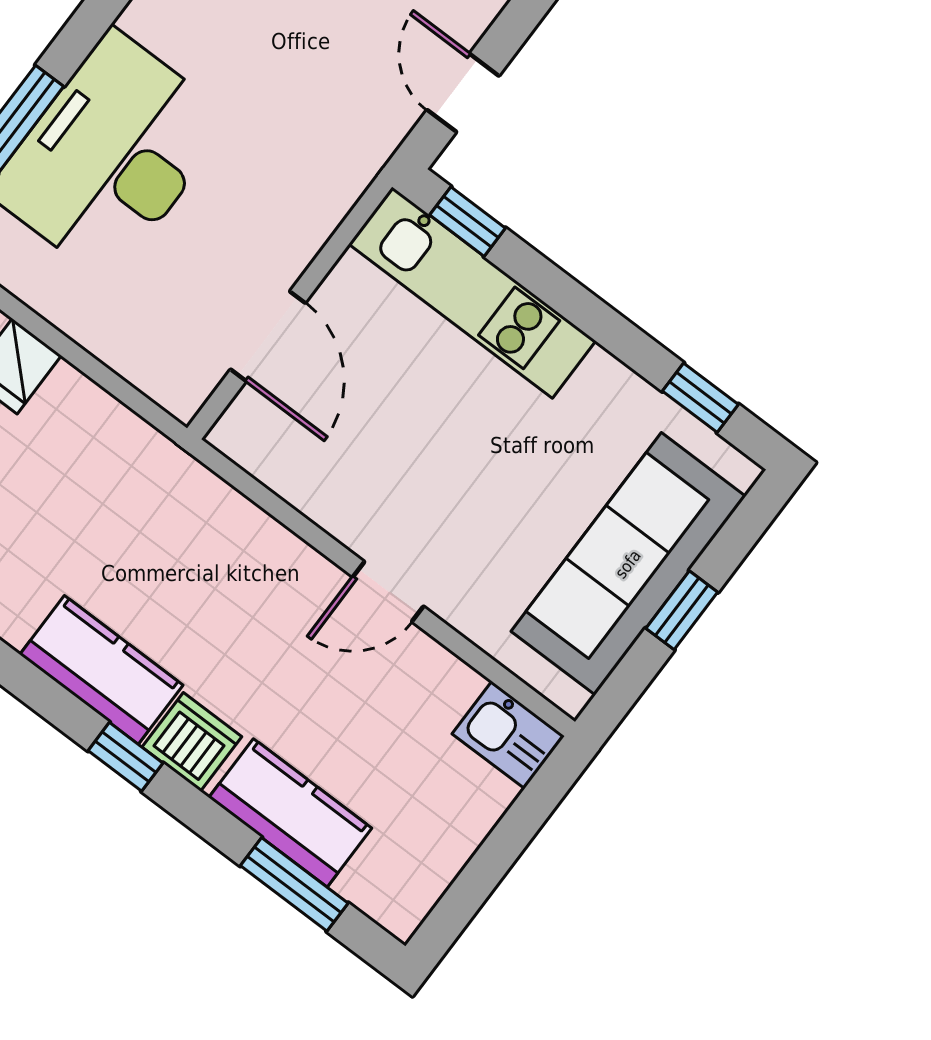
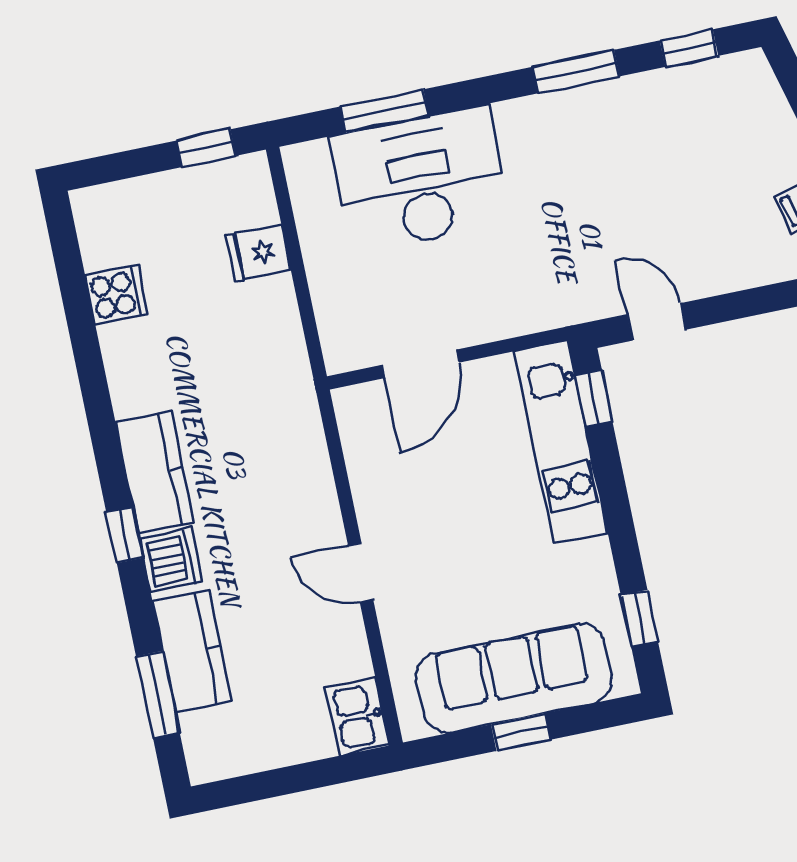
door: (463, 93) -> (657, 322), hinge flipped

